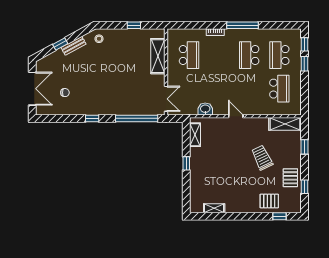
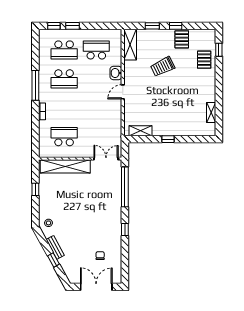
shelving: (158, 56) -> (65, 166), width x1.47
washbasin: (205, 109) -> (116, 73), moved
pallet: (290, 178) -> (182, 39), turned 90
window: (304, 187) -> (176, 26), moved

